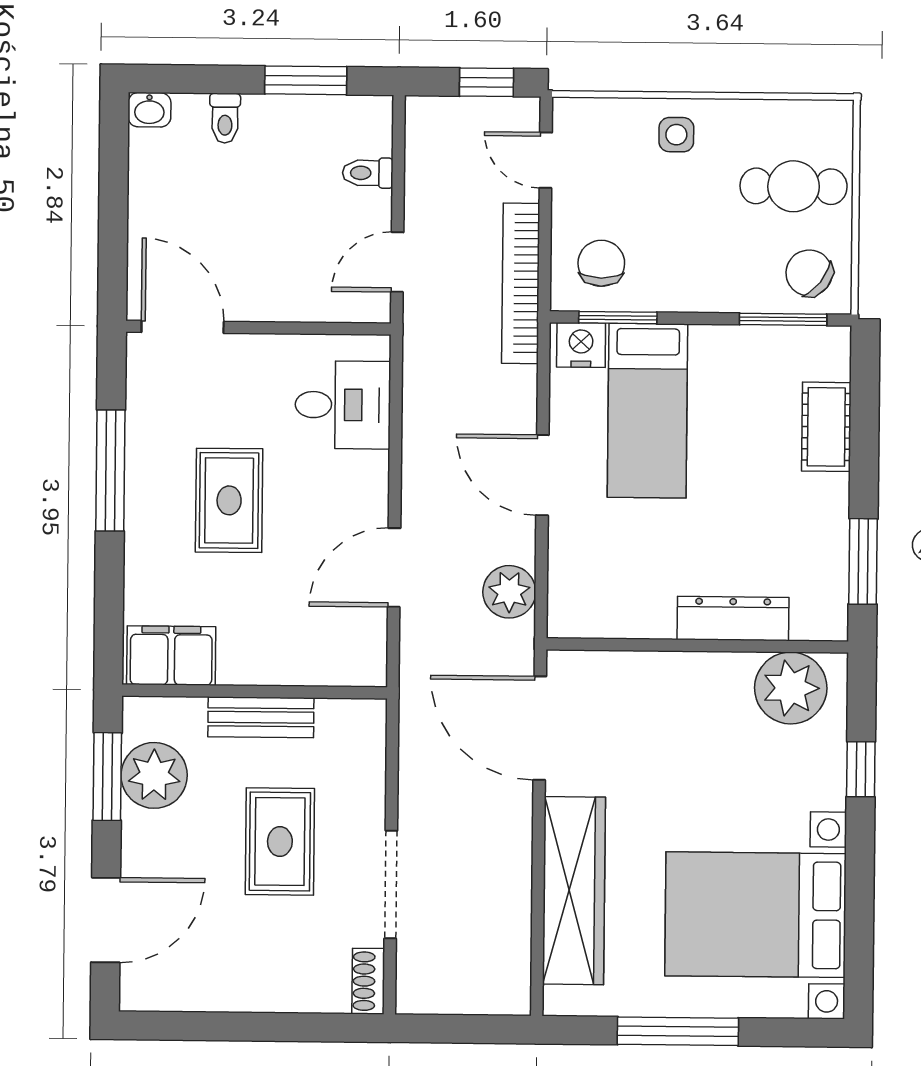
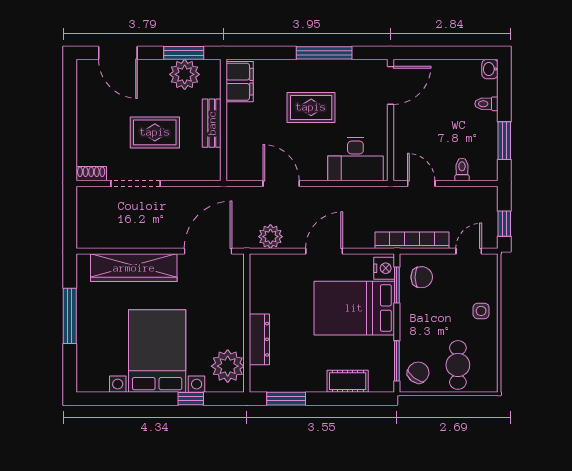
desk: (343, 405) -> (355, 159), width x1.37
bed: (647, 411) -> (354, 308), width x1.50
bed with nightstands: (755, 915) -> (157, 351), moved

